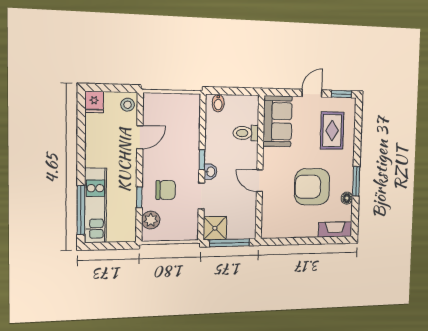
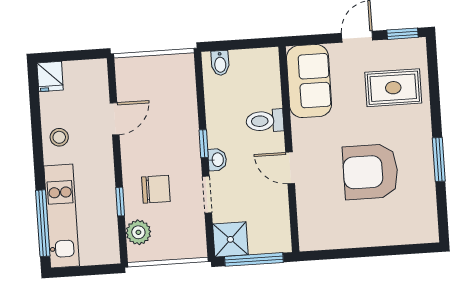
stool: (128, 105) -> (59, 137), moved
rug: (332, 131) -> (393, 88), turned 90
toilet: (246, 133) -> (265, 121), moved
floor lamp: (347, 198) -> (427, 185), removed
fireplace: (335, 229) -> (413, 233), removed

